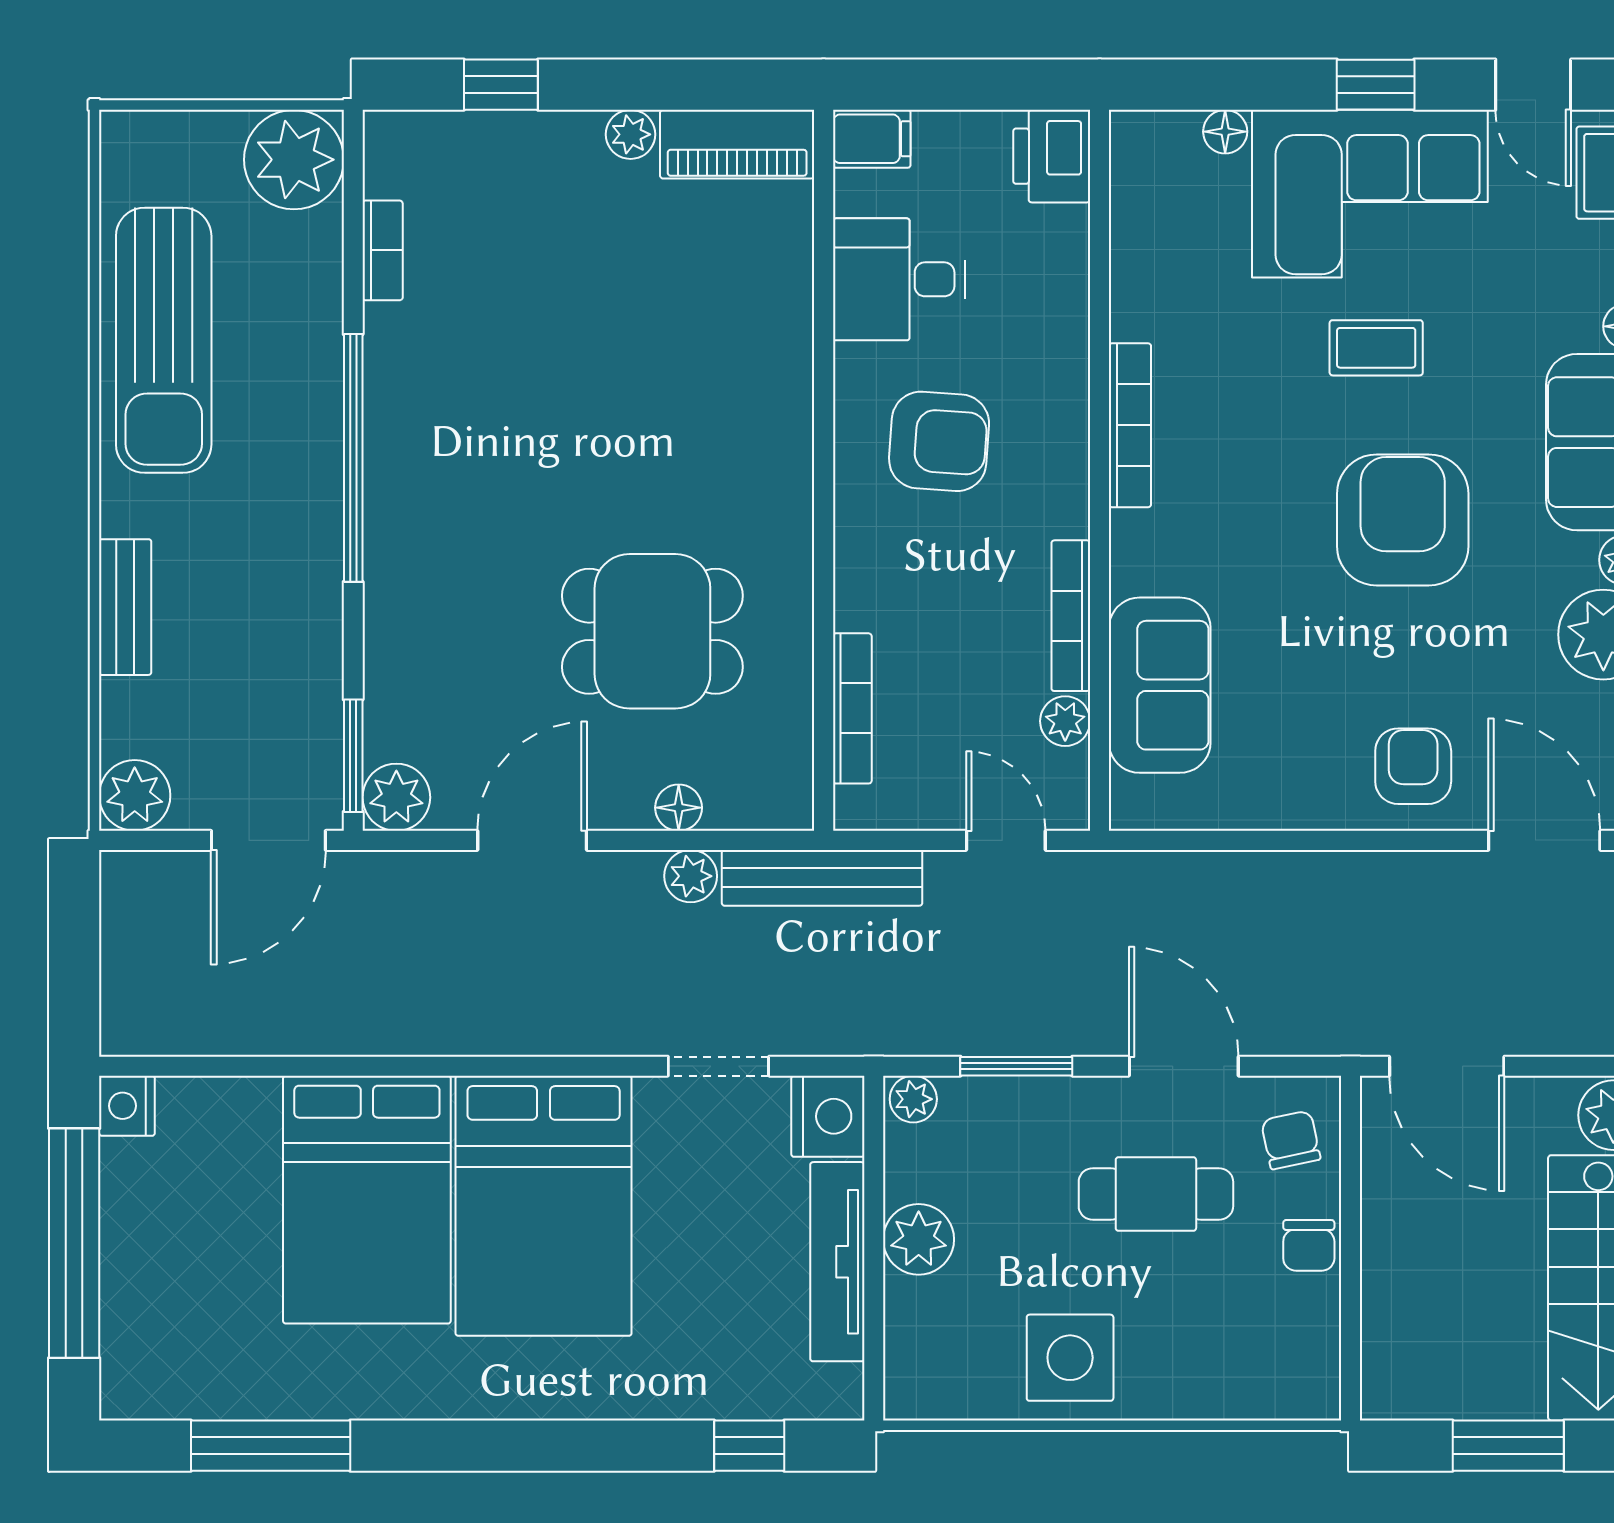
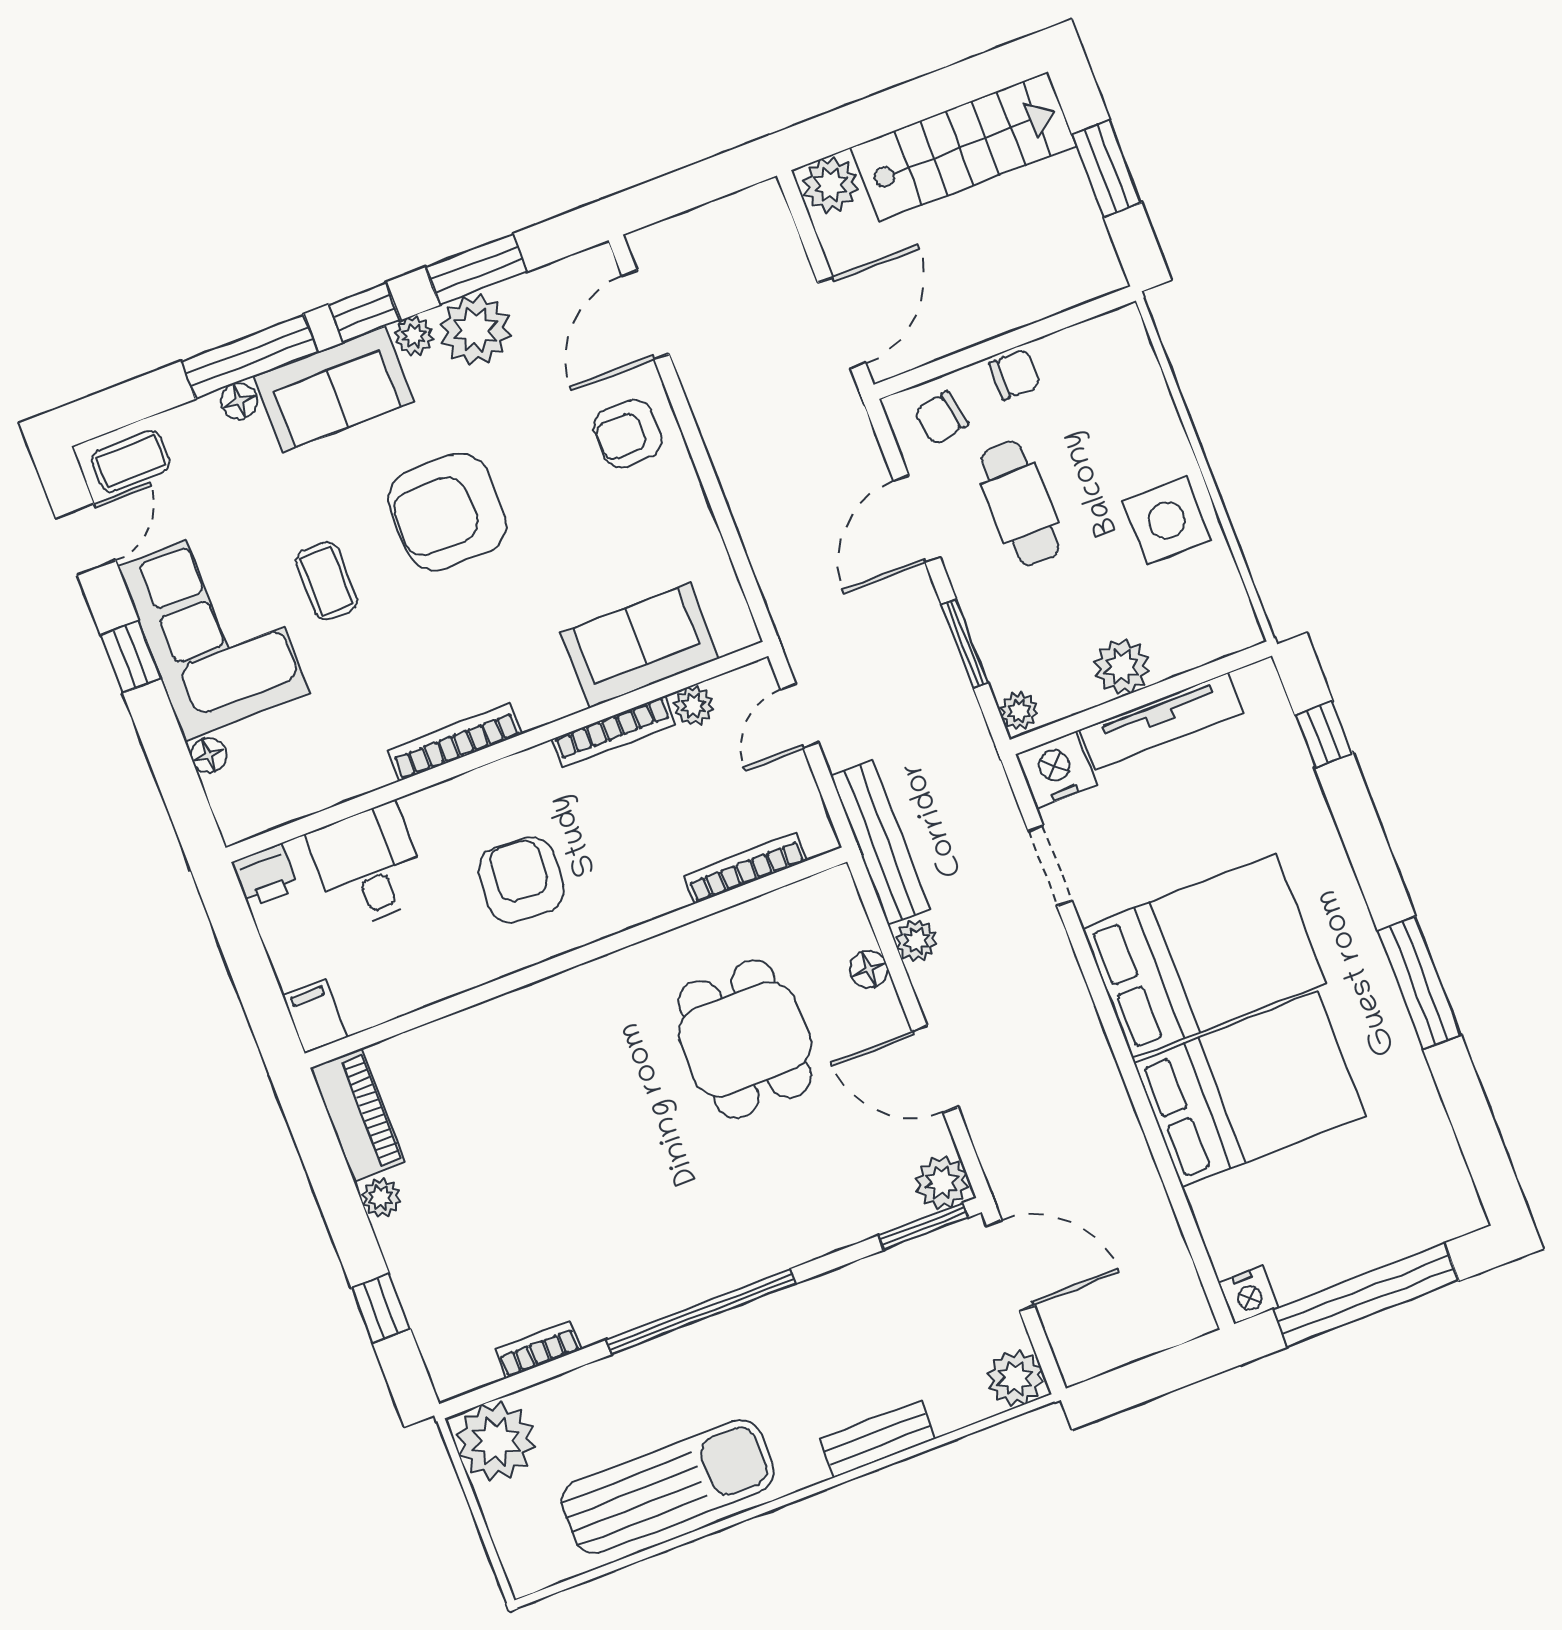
printer: (1052, 156) -> (265, 875), width x0.73, depth x0.81
desk: (899, 279) -> (368, 866), moved, turned 180
window: (271, 1446) -> (1419, 983), moved

